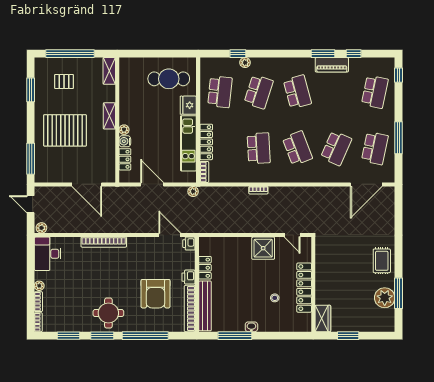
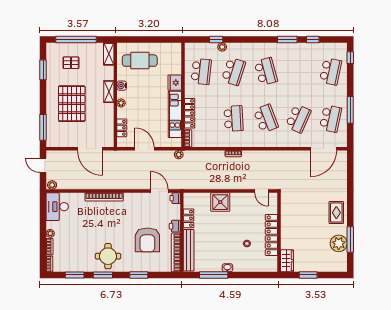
piano: (332, 65) -> (295, 49), removed
cafe table: (169, 79) -> (140, 61), moved
pallet: (65, 130) -> (72, 104), turned 90
water cooler: (125, 141) -> (122, 86), moved
shower: (263, 248) -> (220, 202), moved
window: (145, 336) -> (139, 275), width x0.47

